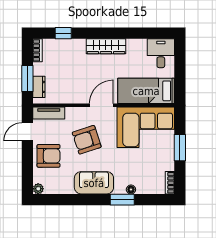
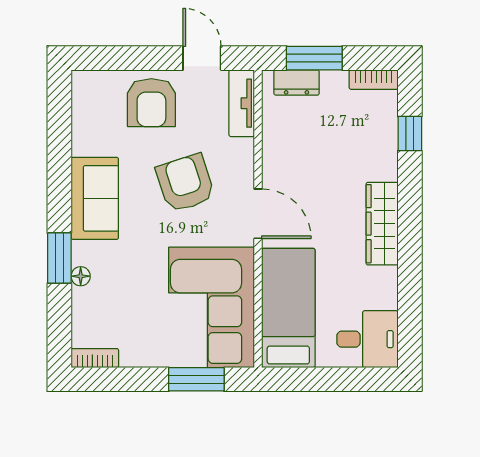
window: (180, 148) -> (196, 379), moved
plant: (38, 189) -> (82, 81), removed

